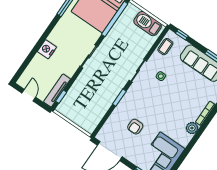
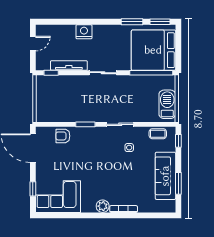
tv unit: (57, 90) -> (69, 65), moved
armchair: (135, 127) -> (63, 136), moved

